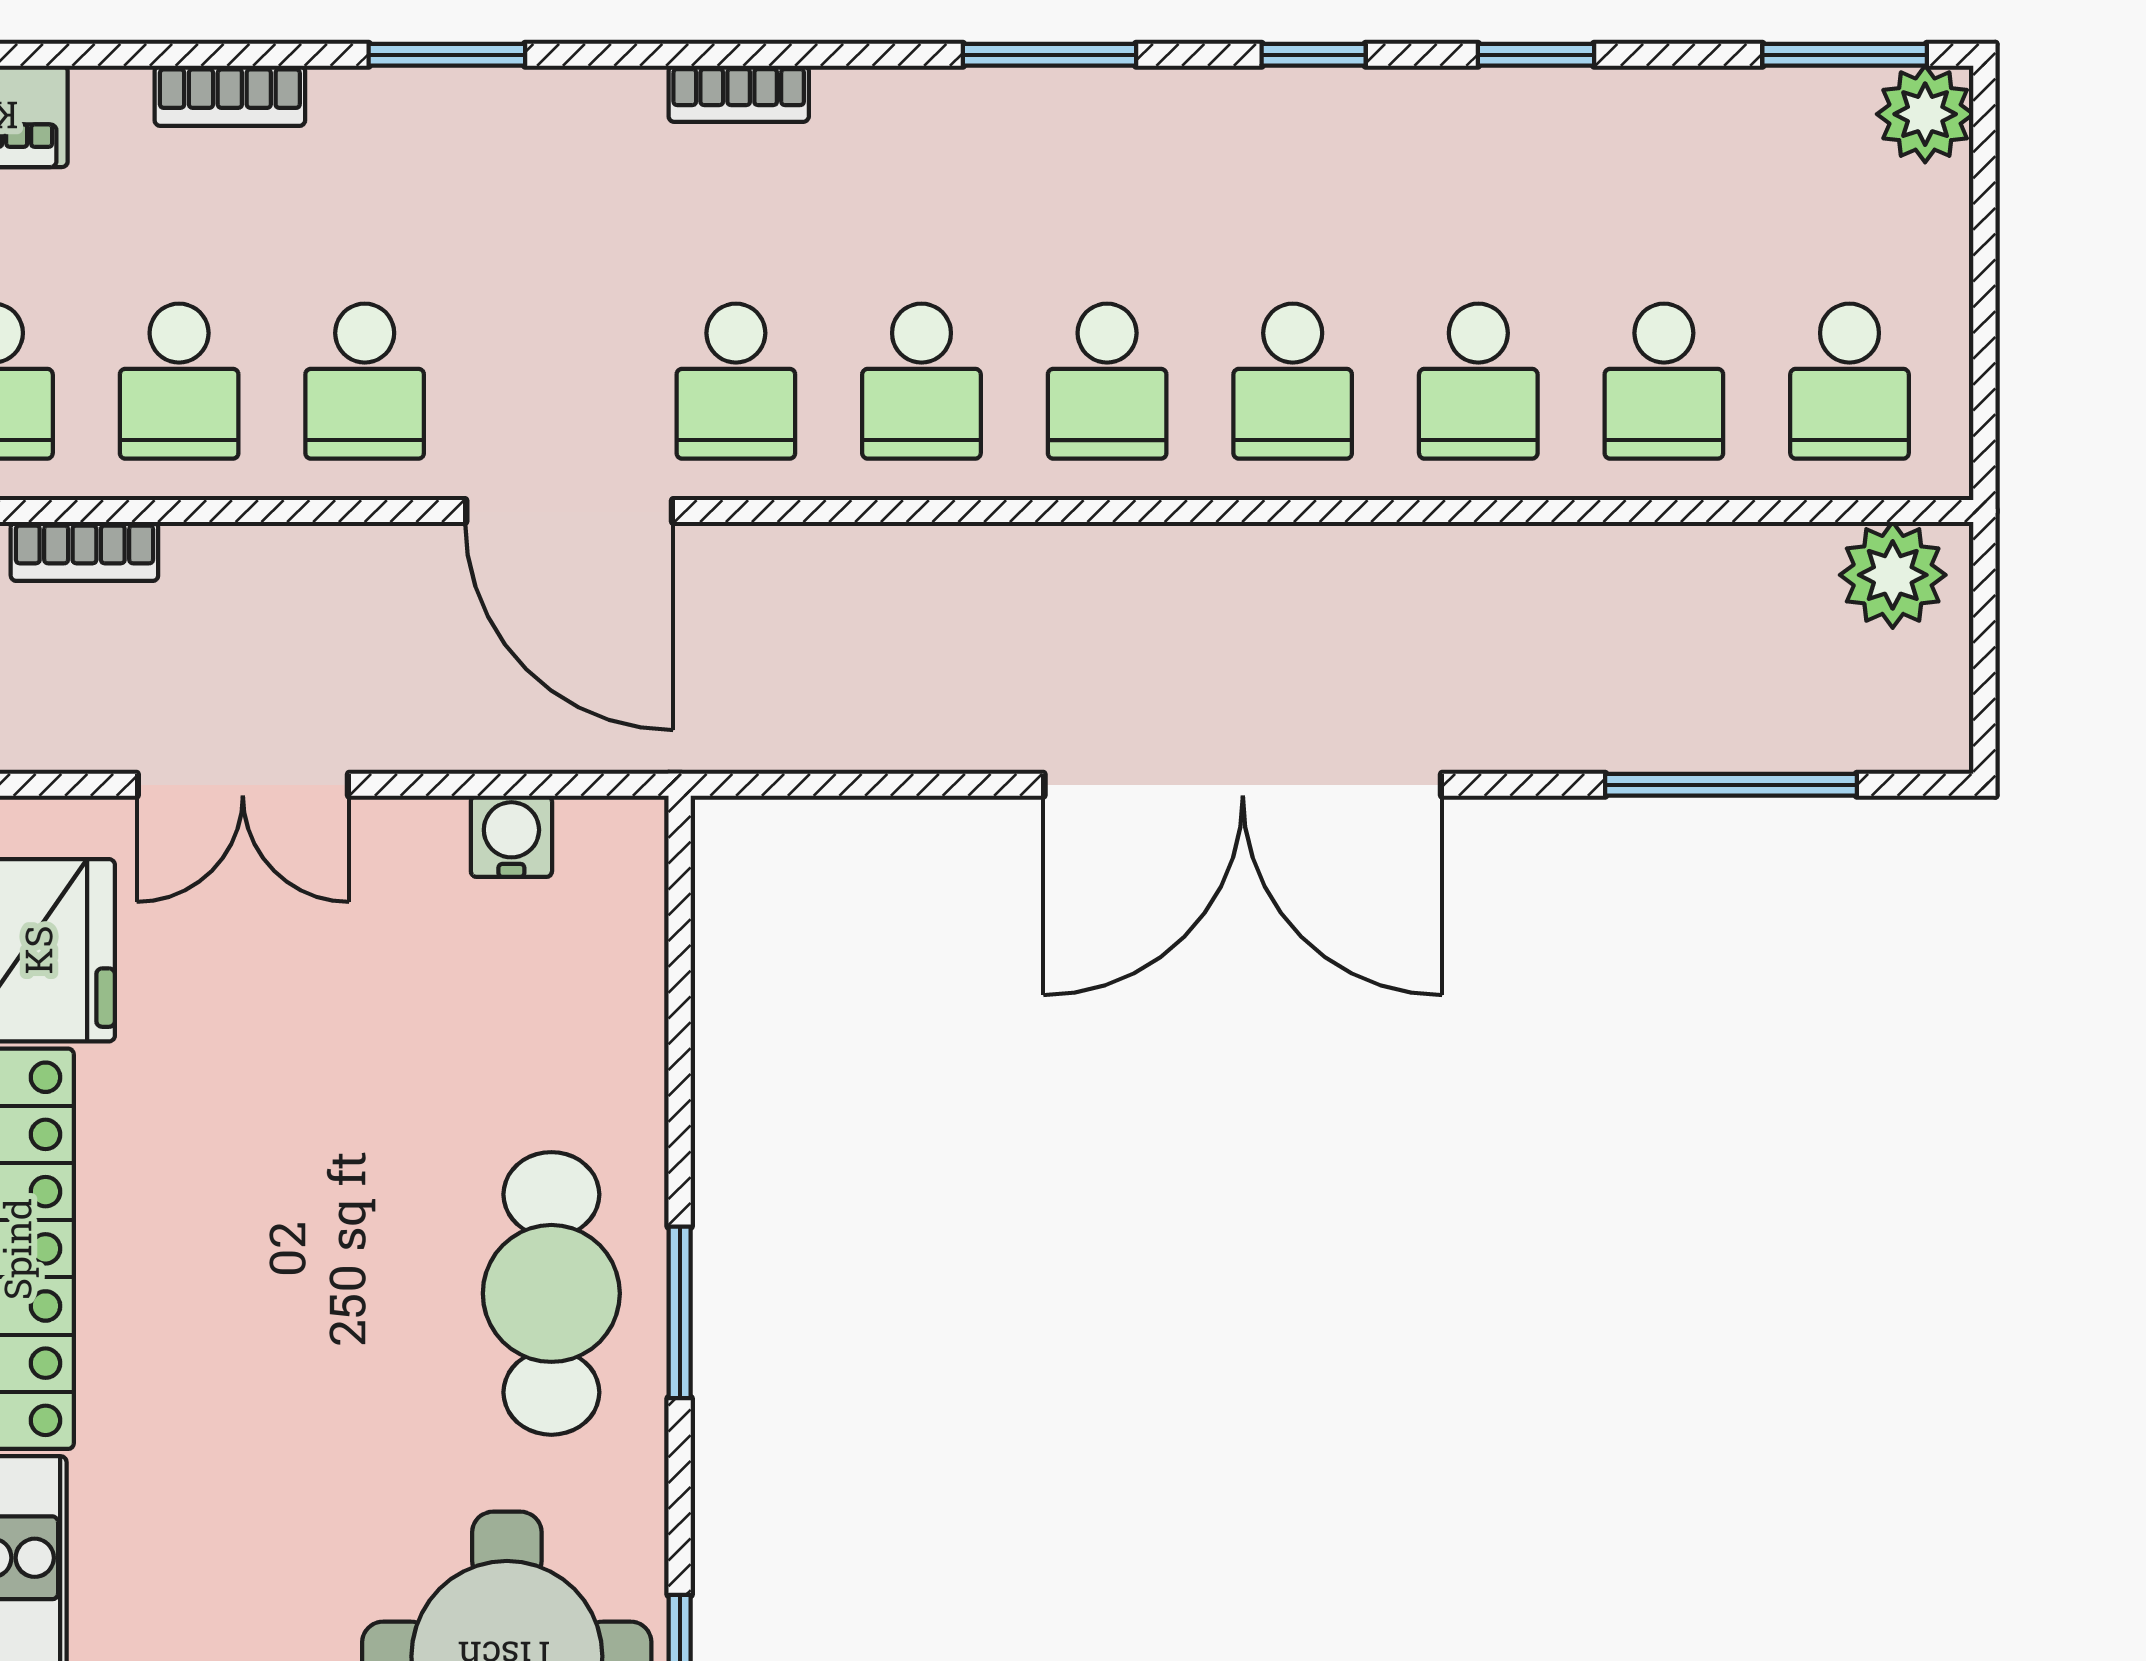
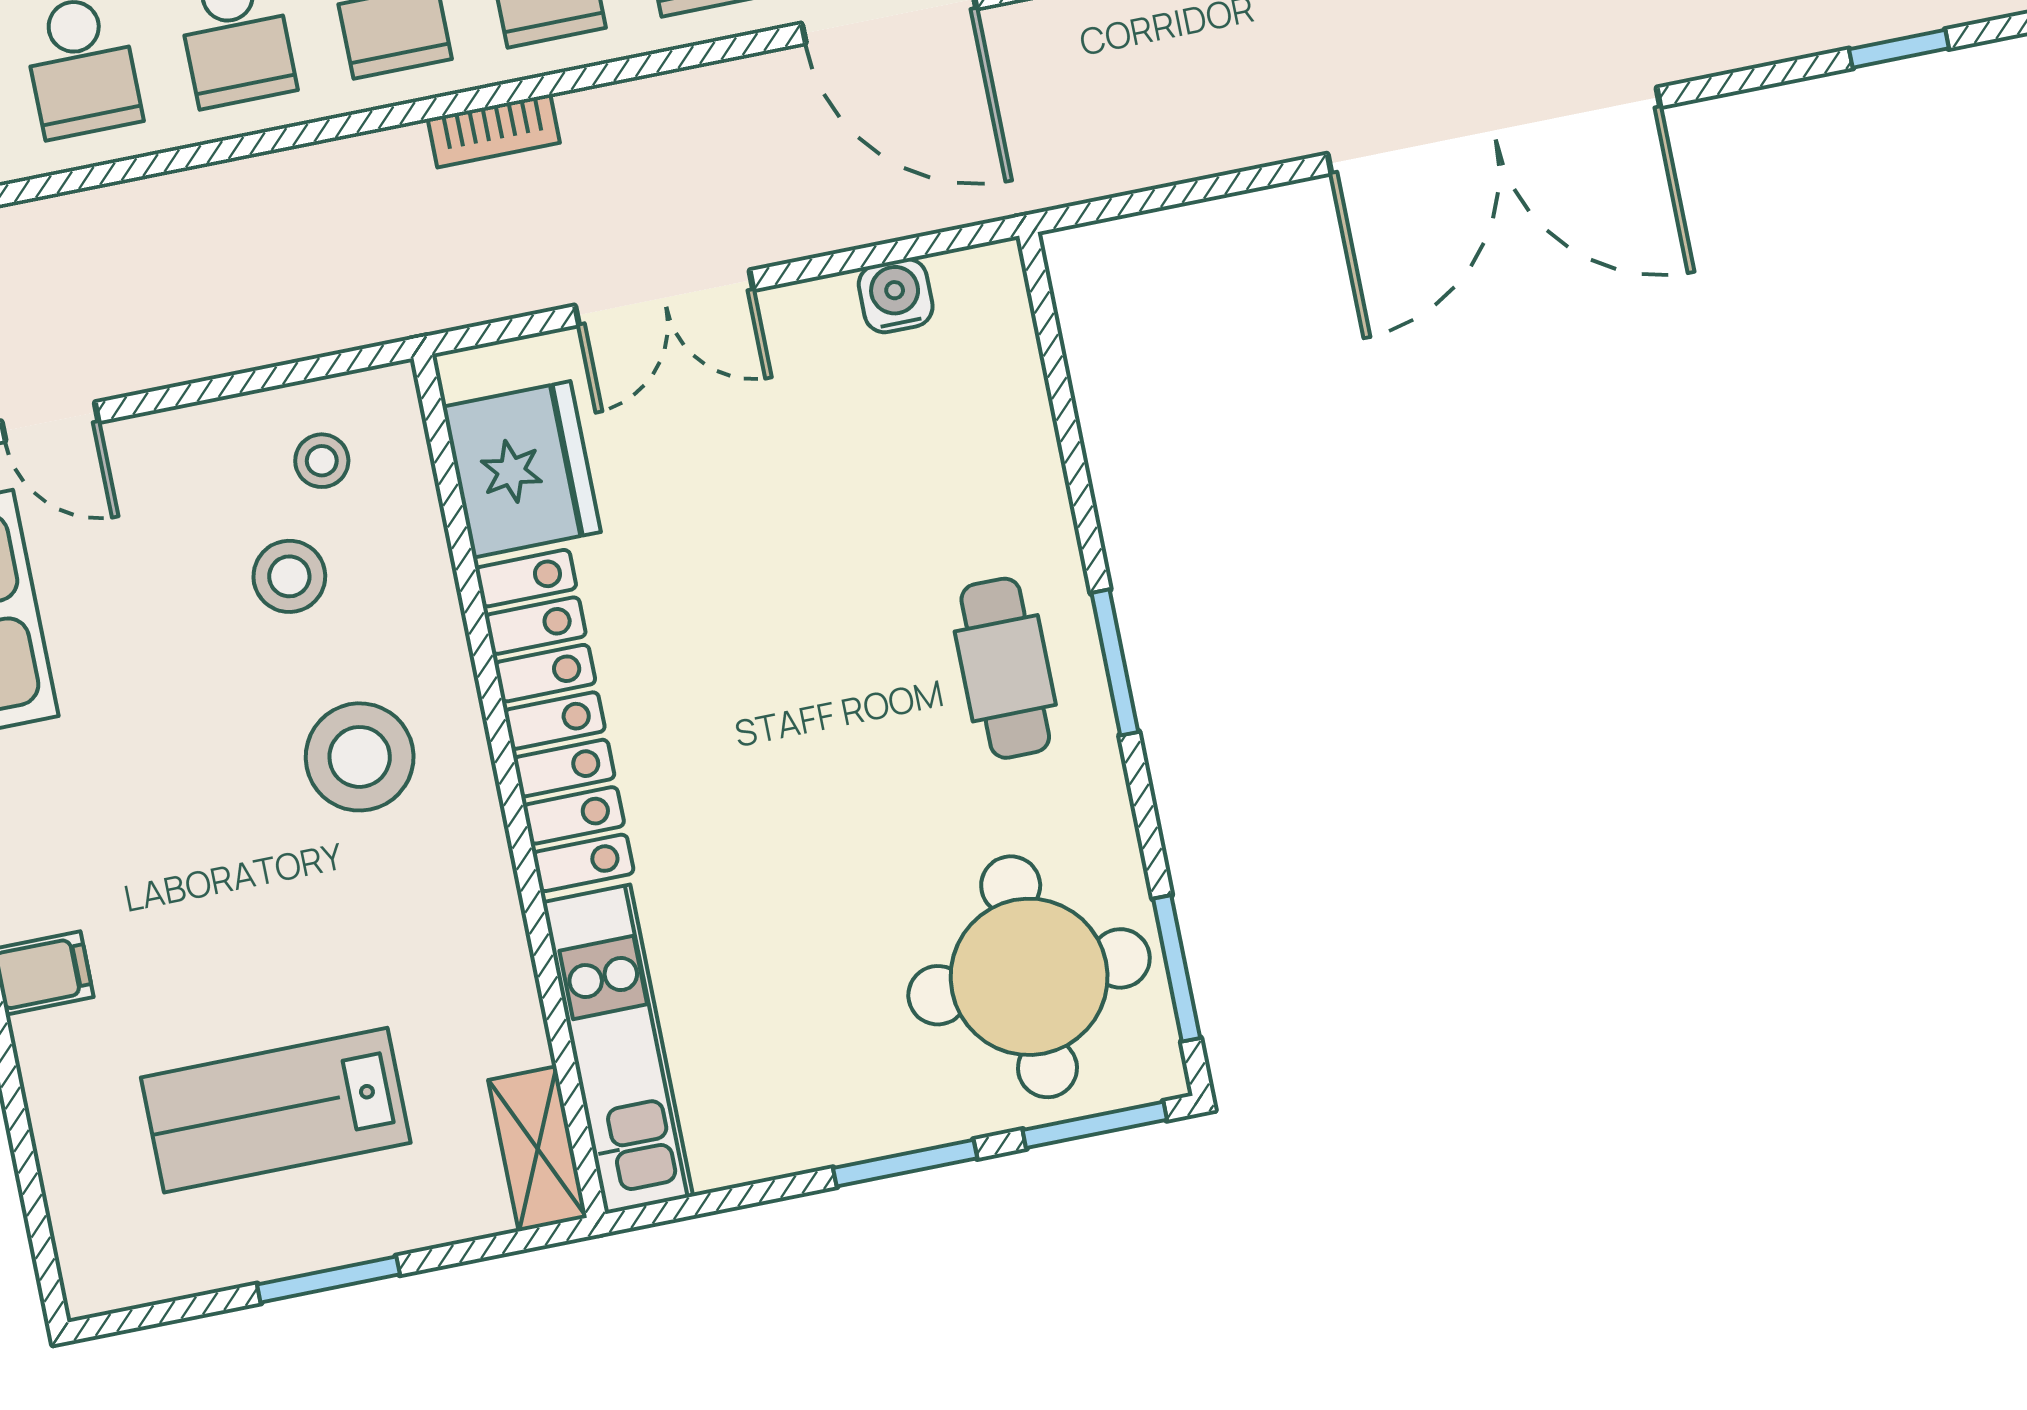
window: (1731, 785) -> (1899, 49), width x0.46
cafe table: (551, 1293) -> (1005, 668), width x0.73, depth x0.74

